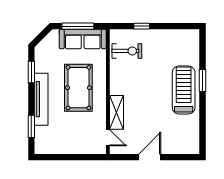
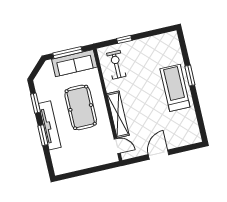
exercise bike: (127, 51) -> (116, 65), turned -90
shelving: (116, 112) -> (118, 115), width x1.47
window: (31, 126) -> (43, 135), moved

